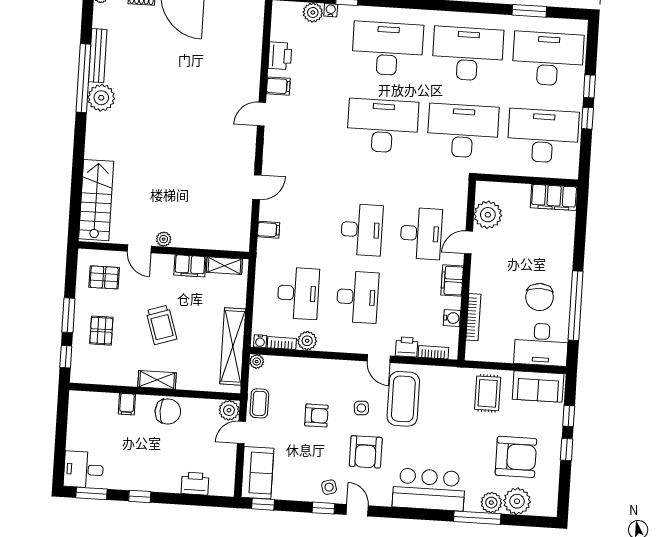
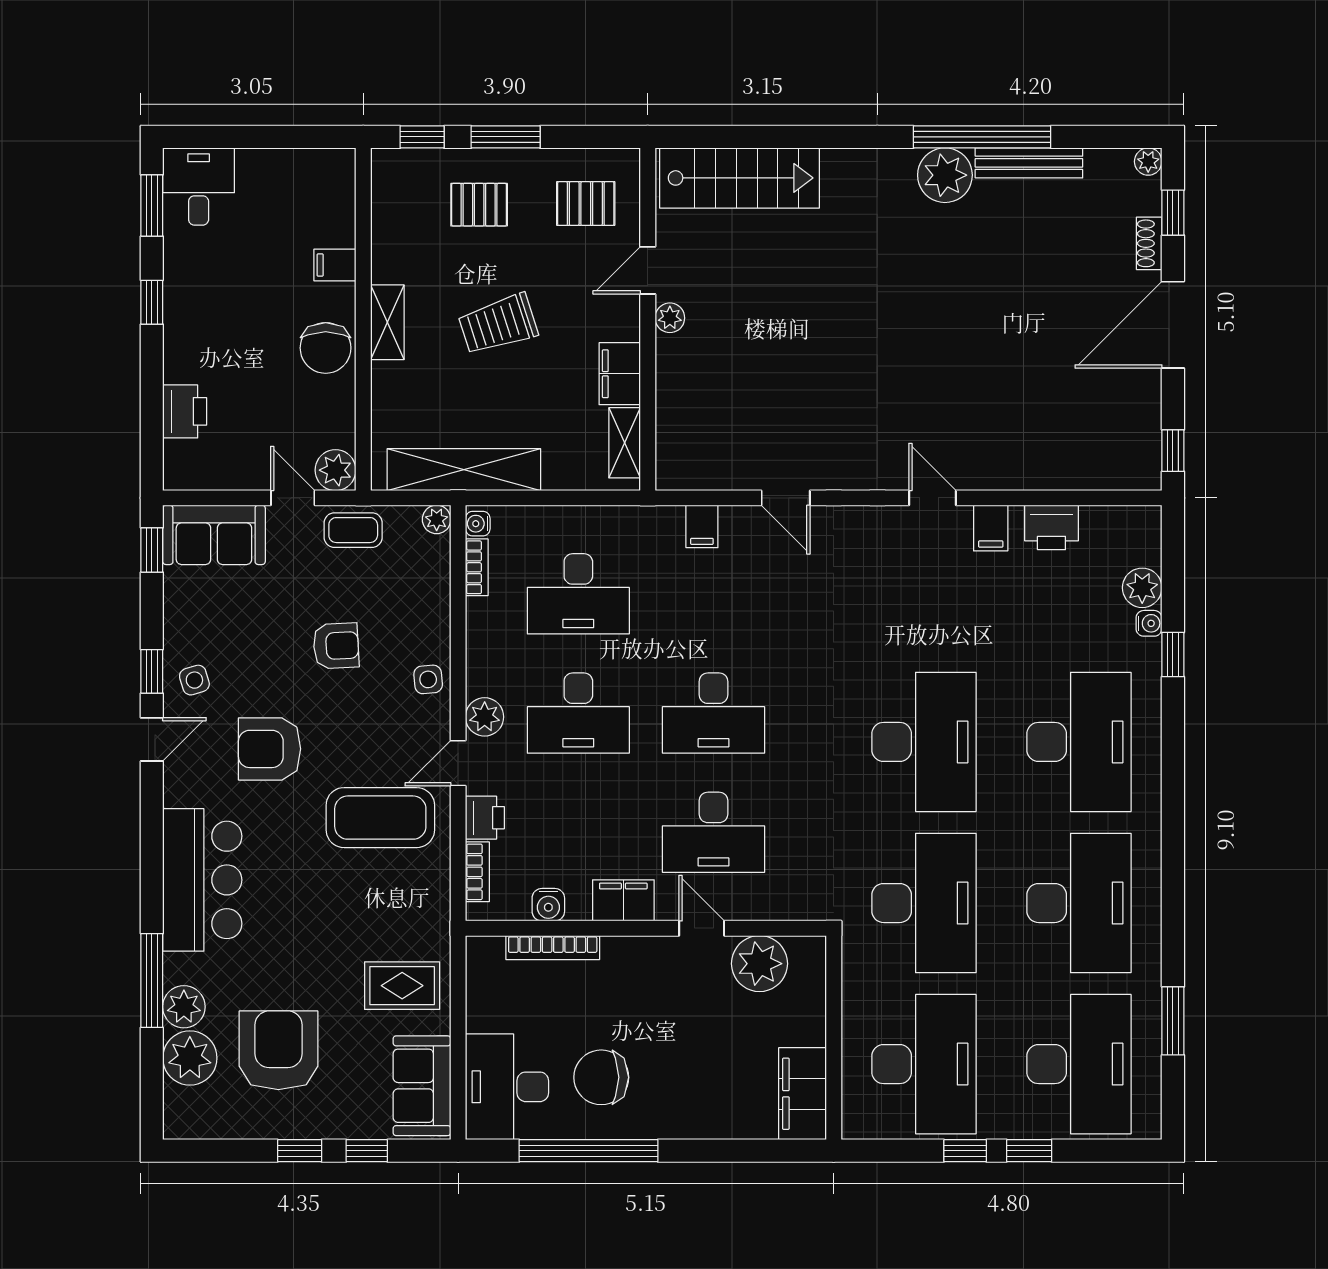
pallet: (104, 277) -> (586, 204), turned 90
plant: (307, 341) -> (485, 717), moved
side table: (361, 408) -> (428, 679), moved
armchair: (316, 416) -> (336, 646), turned -93
armchair: (516, 457) -> (278, 1050), turned 180

